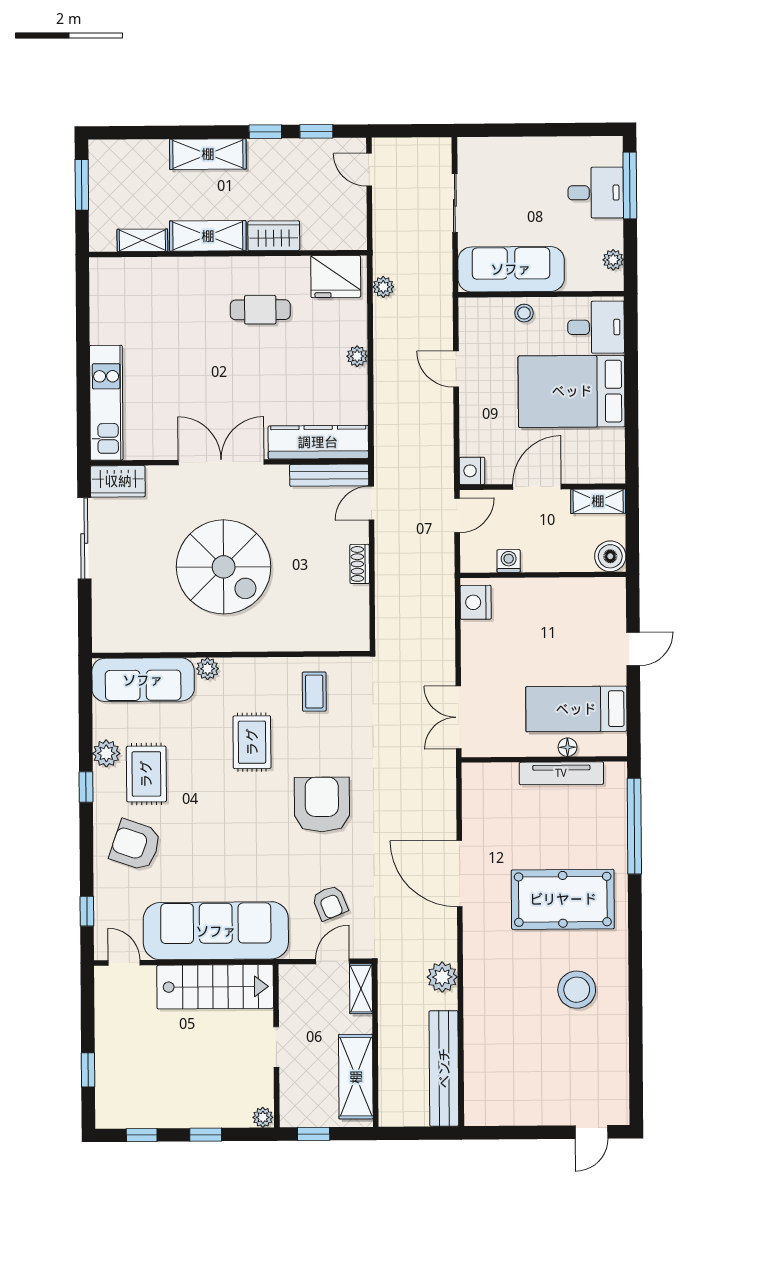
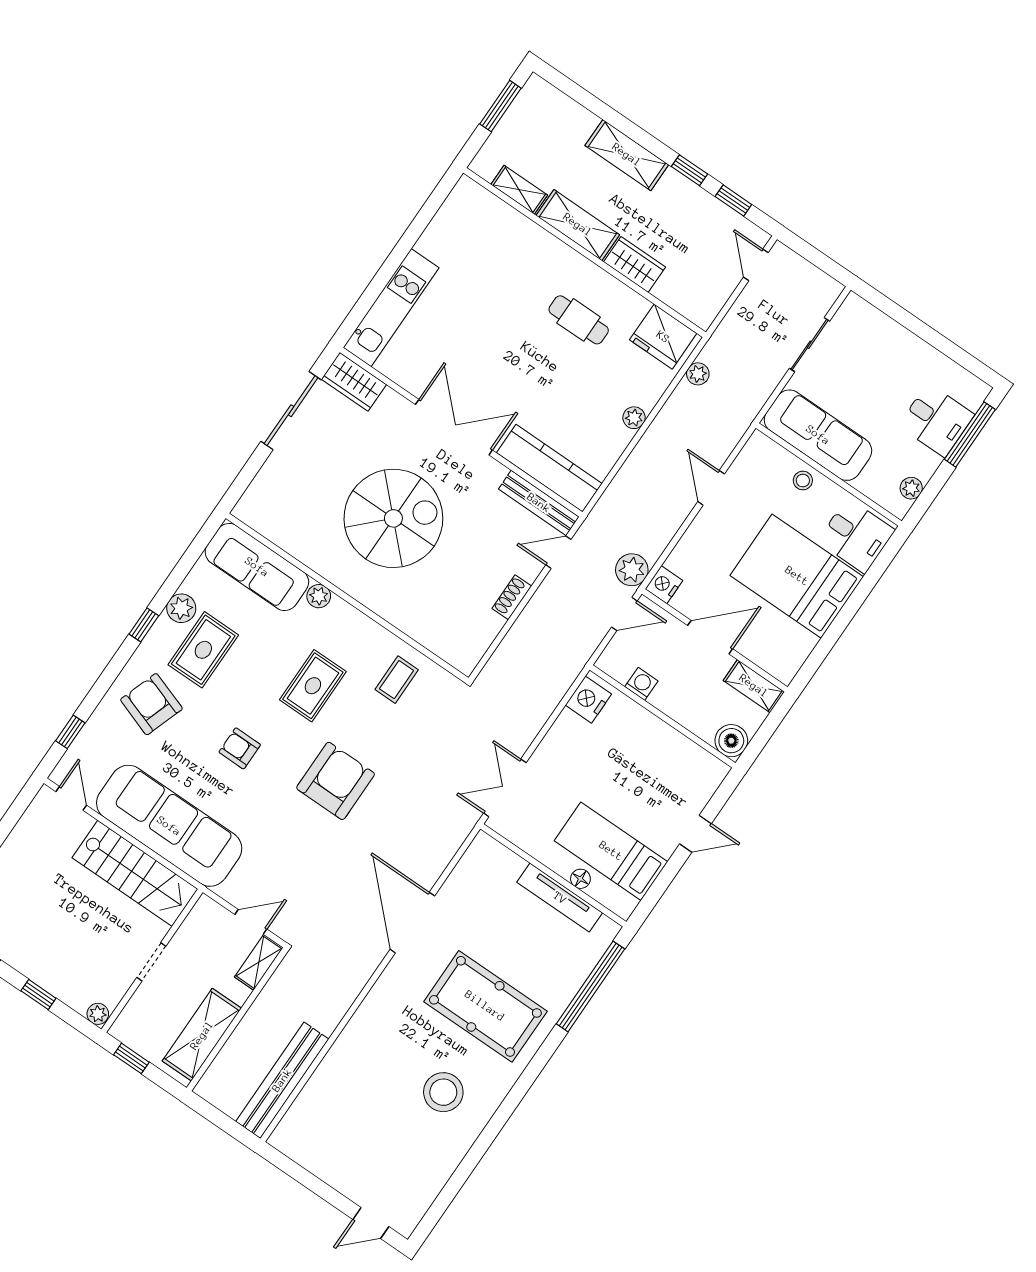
spiral stairs: (224, 567) -> (393, 518), turned -90
armchair: (330, 903) -> (240, 748), moved, turned 112
plant: (442, 977) -> (632, 570), moved

